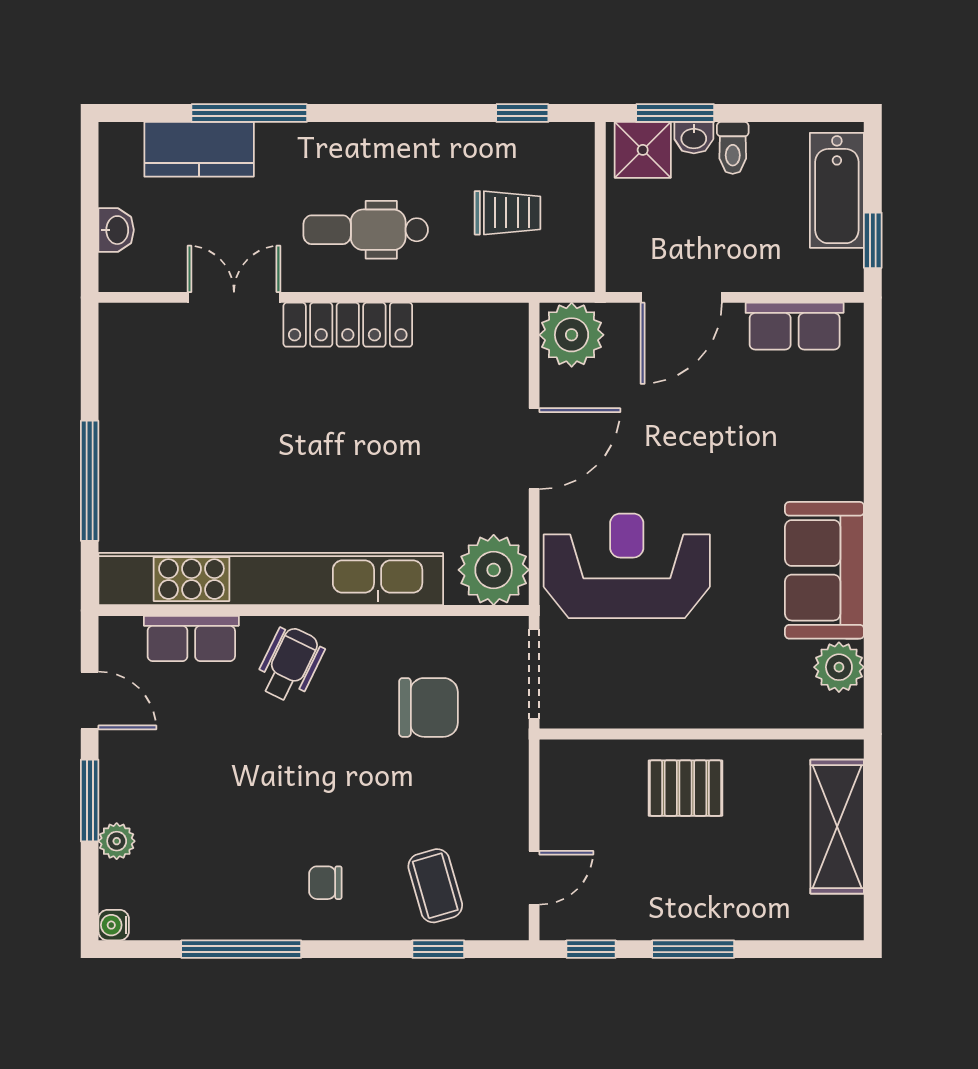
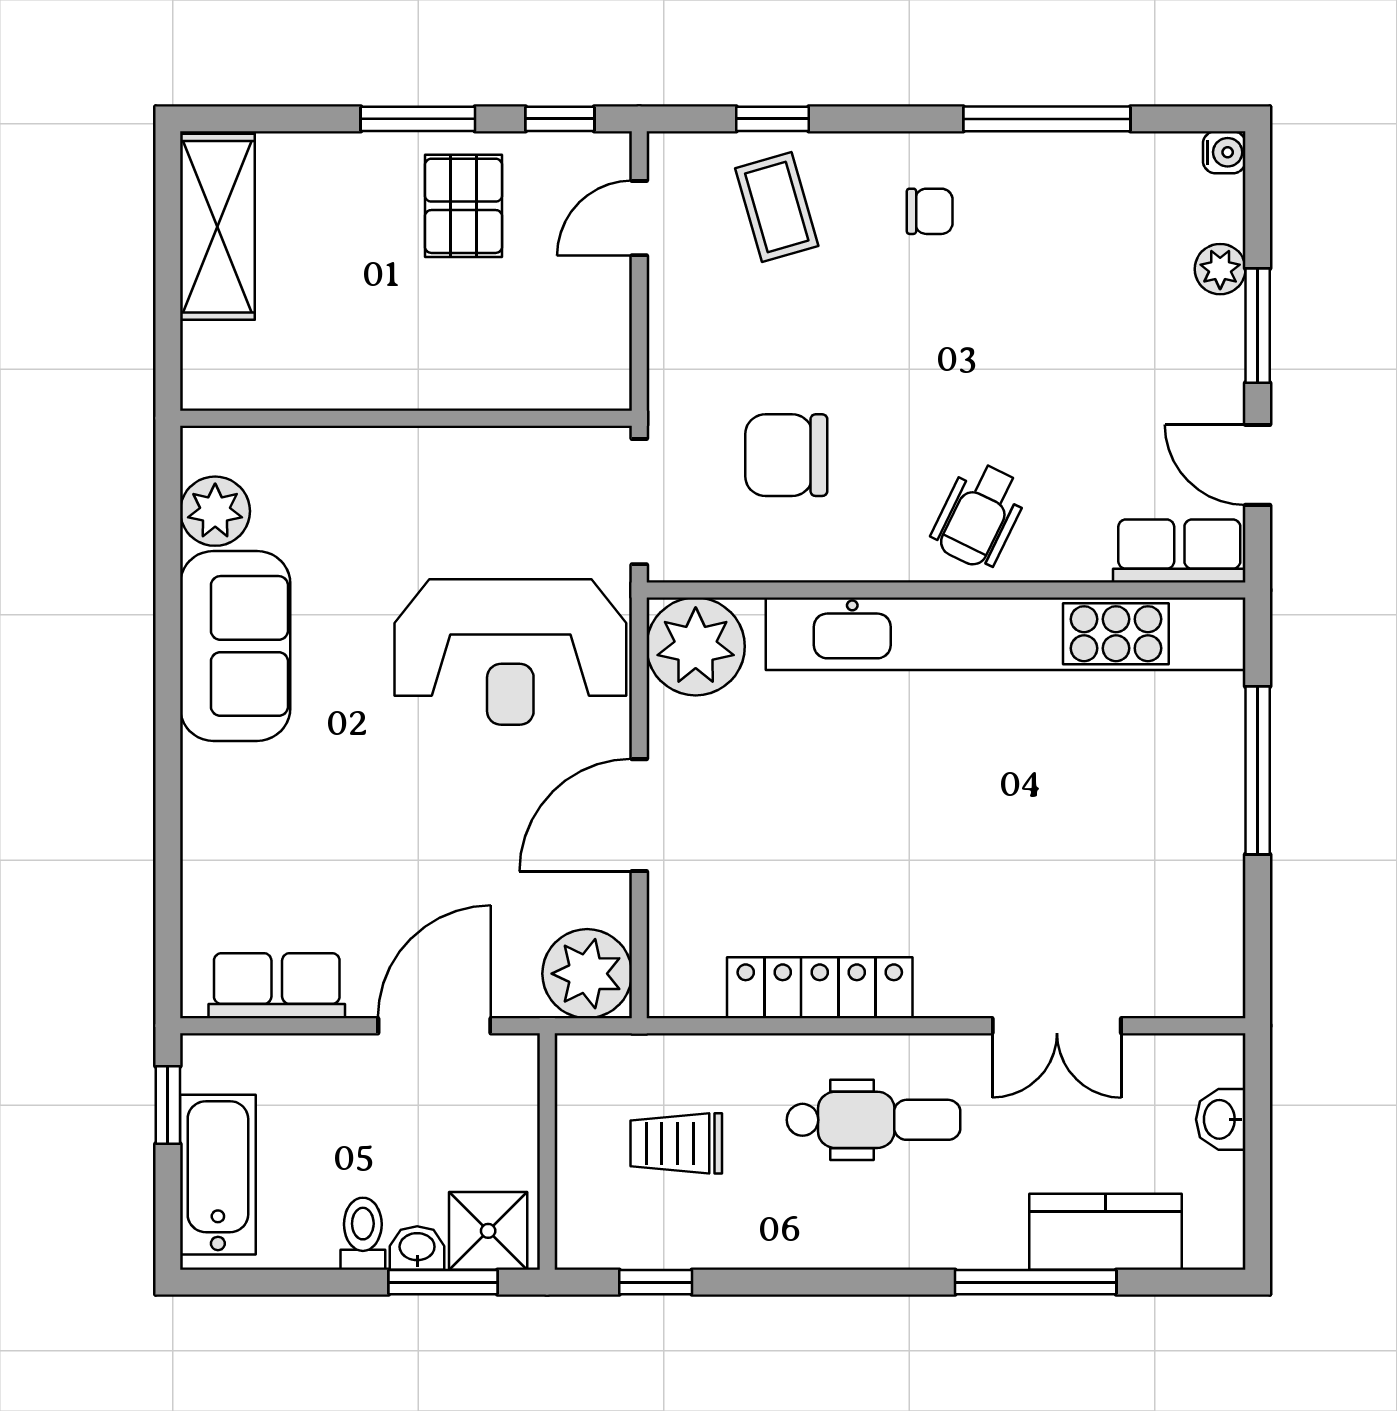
locker: (348, 325) -> (820, 988), moved
row of seats: (191, 639) -> (1179, 551), moved
pallet: (685, 788) -> (464, 206), moved, turned 90
shelving: (837, 827) -> (217, 227), moved

